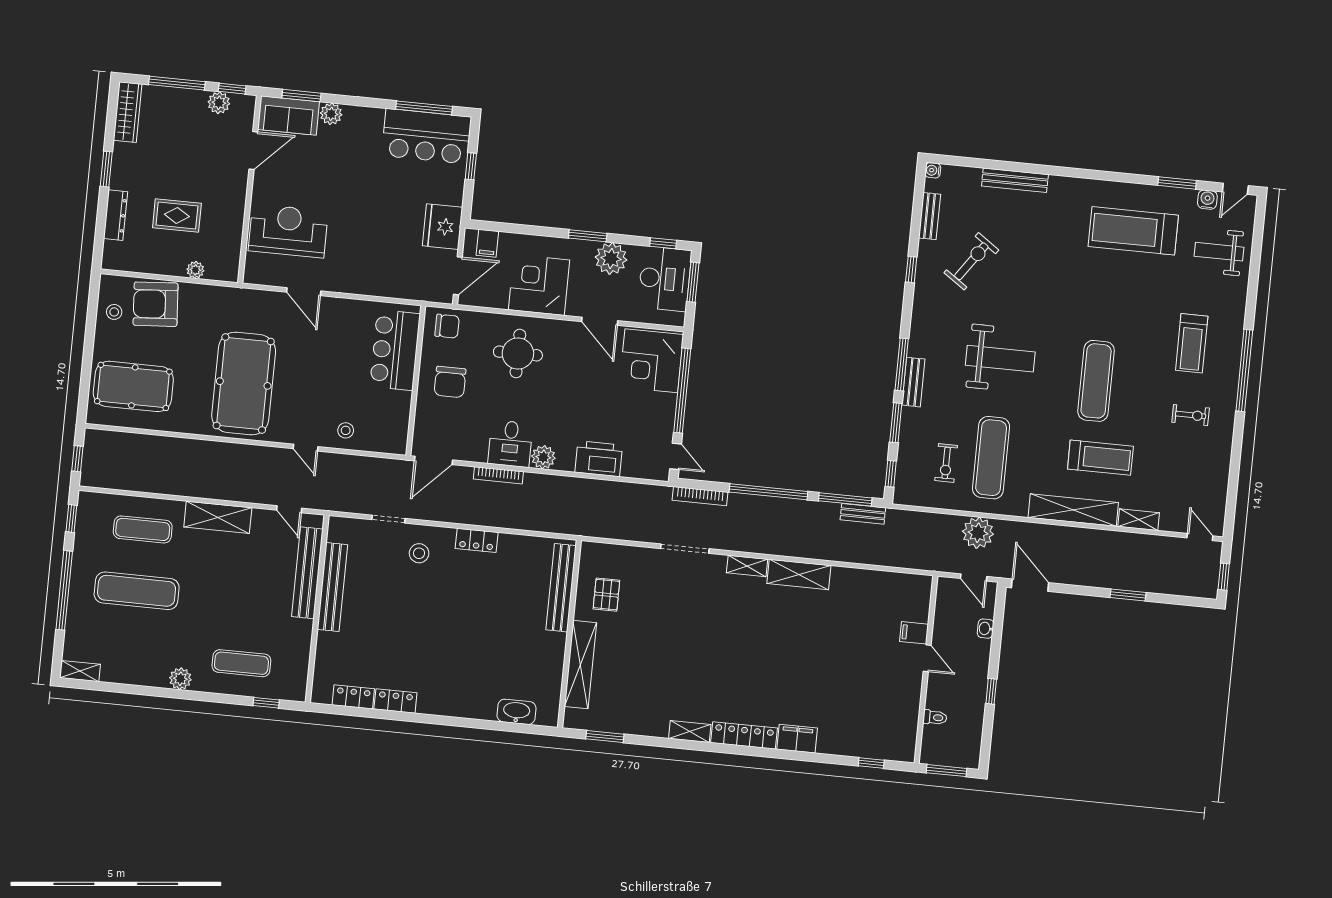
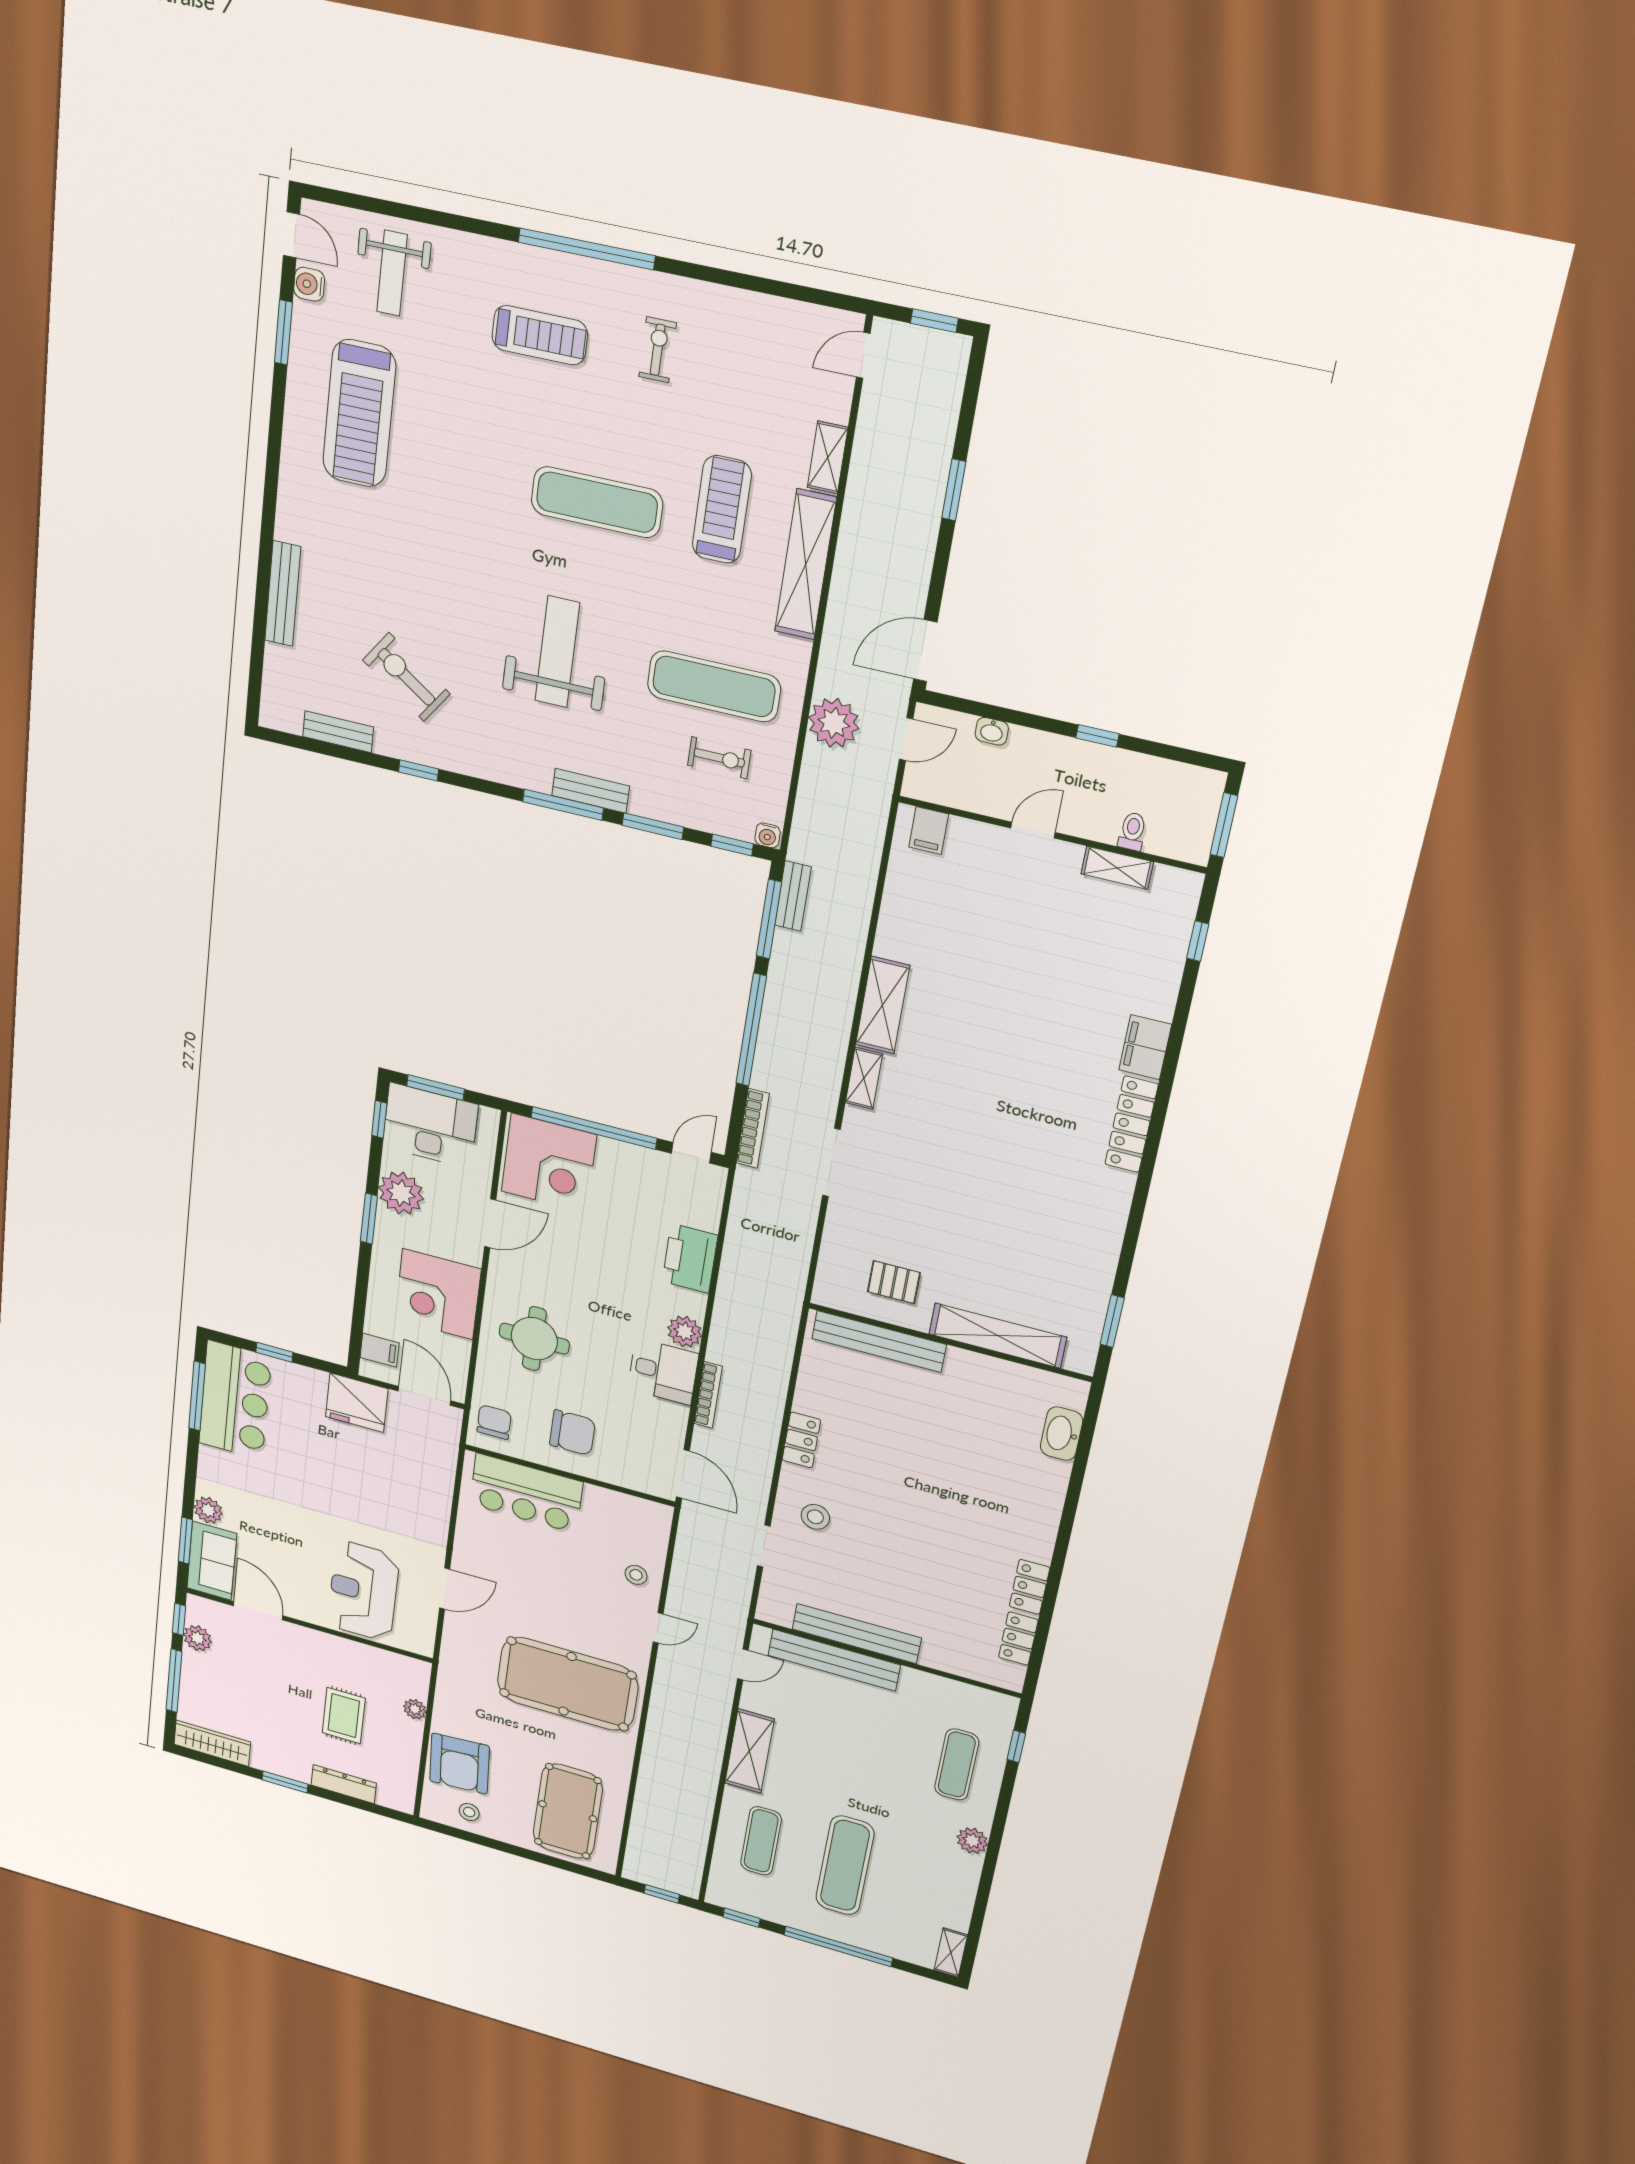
water cooler: (933, 170) -> (768, 835), moved
filing cabinet: (914, 633) -> (929, 831), moved
shelving: (690, 732) -> (1117, 868), moved, turned 90

